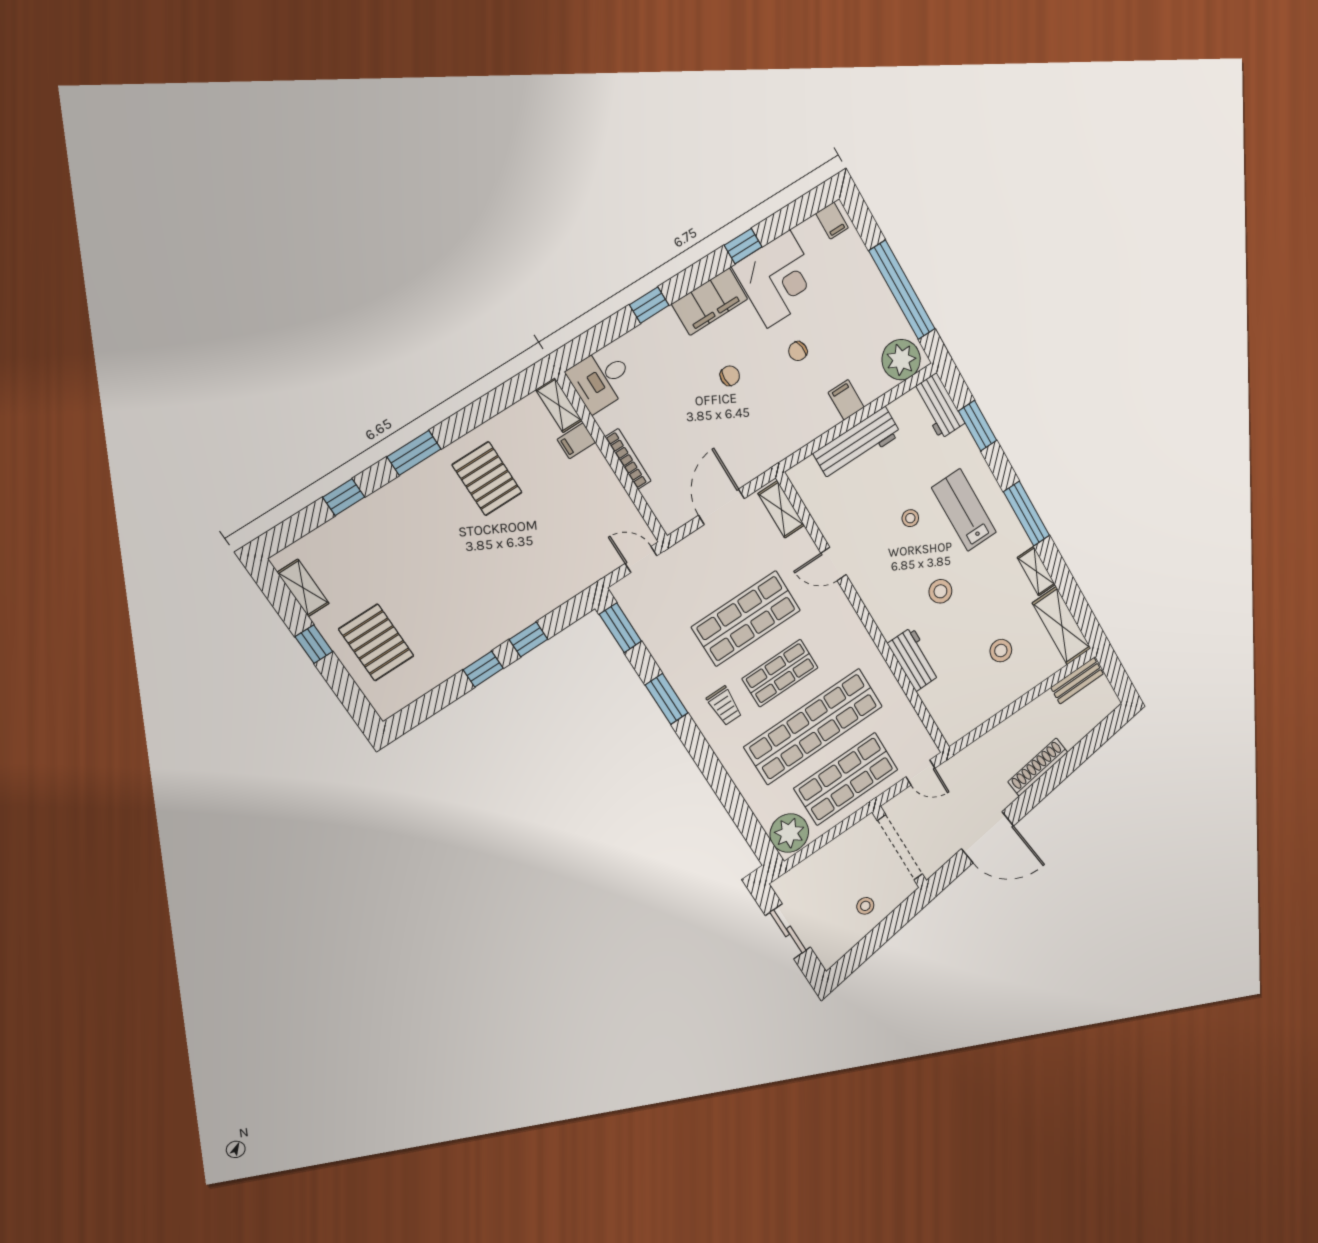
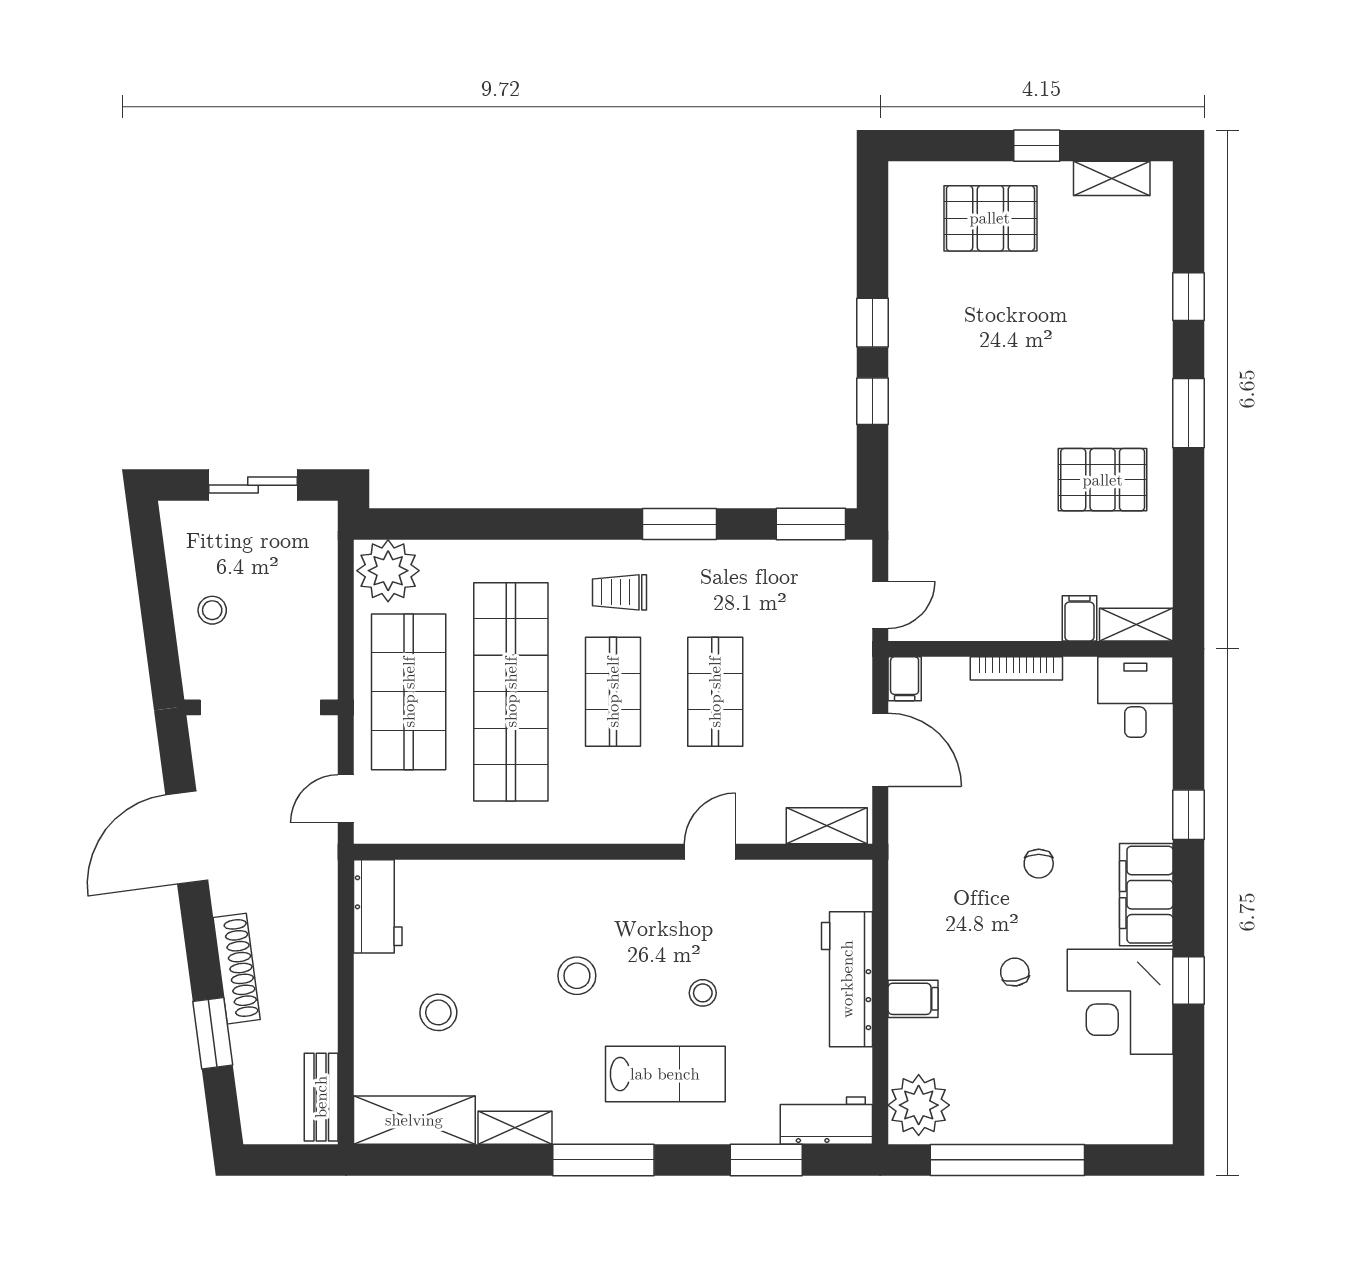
filing cabinet: (832, 221) -> (905, 679), moved, turned -90
shop shelf: (746, 619) -> (715, 692), width x0.70, depth x0.74
workbench: (914, 659) -> (378, 906), moved, turned -90
window: (1076, 756) -> (213, 1033), added

